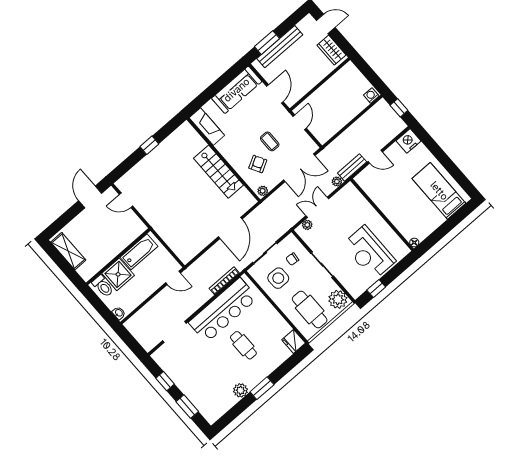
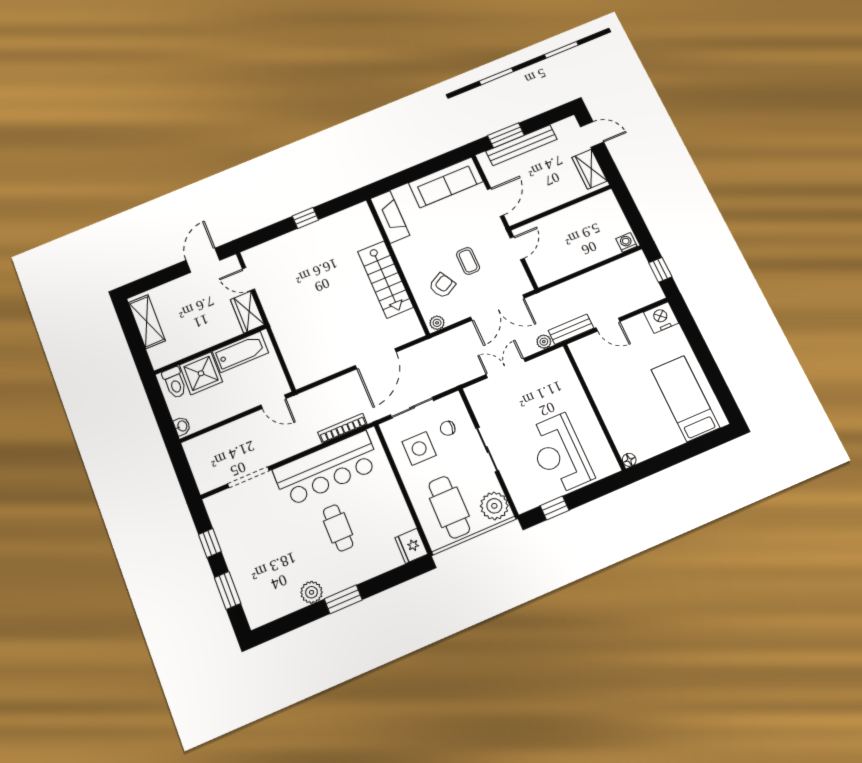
wardrobe: (134, 223) -> (247, 312), added
plant: (307, 225) -> (484, 388), removed

